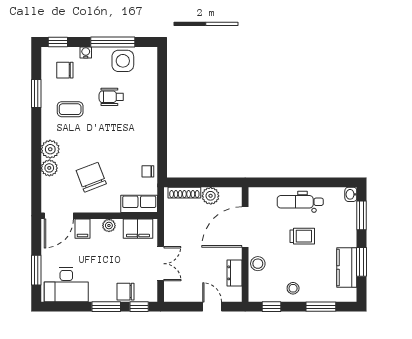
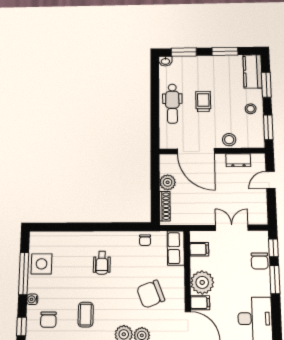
wheelchair: (111, 97) -> (102, 263), moved
plant: (109, 225) -> (202, 282), width x1.88, depth x1.88
filing cabinet: (138, 229) -> (199, 249), width x0.50
kitchen counter: (347, 268) -> (253, 71), moved, turned 90
window: (271, 307) -> (268, 127), width x1.50

